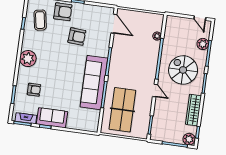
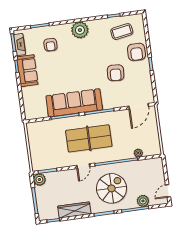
table tennis table: (122, 110) -> (89, 138), moved
plant: (189, 139) -> (39, 180), moved

